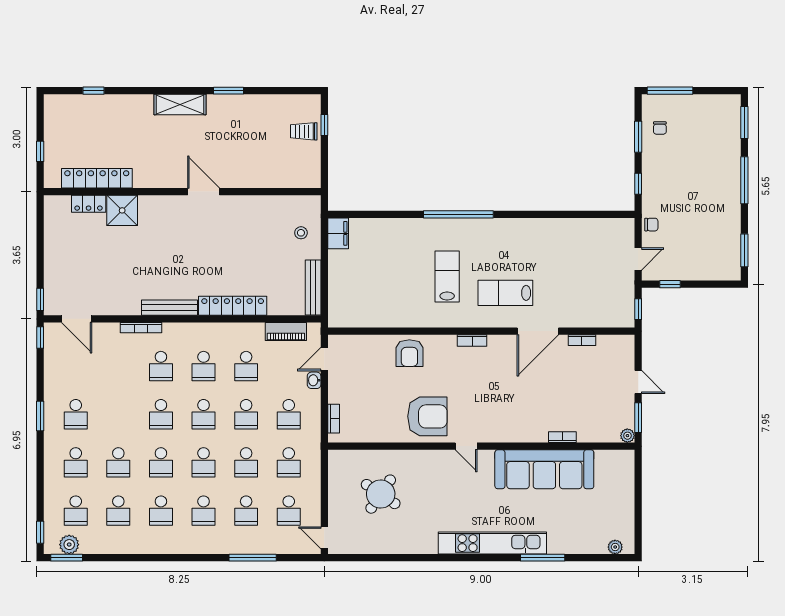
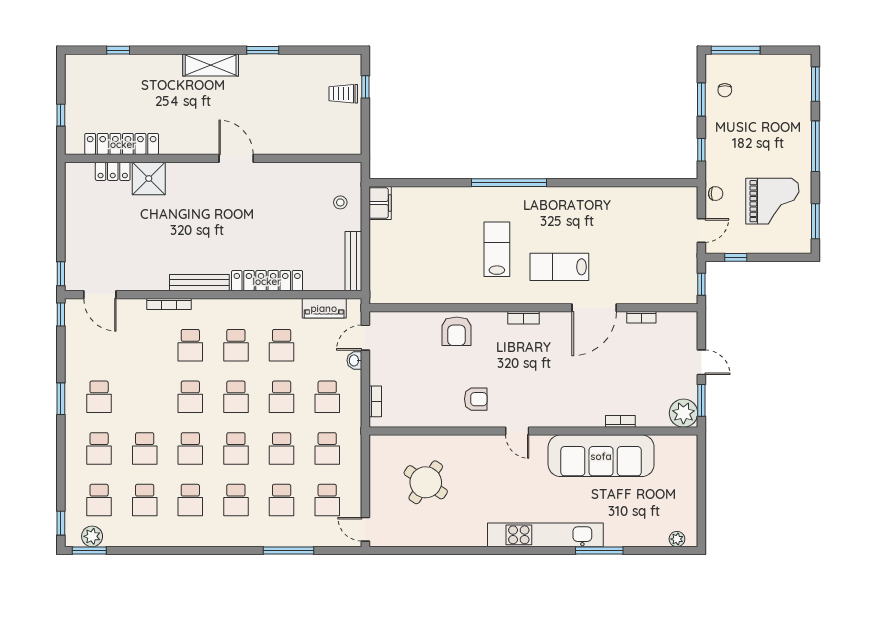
grand piano: (704, 232) -> (772, 201), added
armchair: (427, 416) -> (476, 399), width x0.53, depth x0.53
plant: (627, 436) -> (683, 413), width x1.88, depth x1.88

